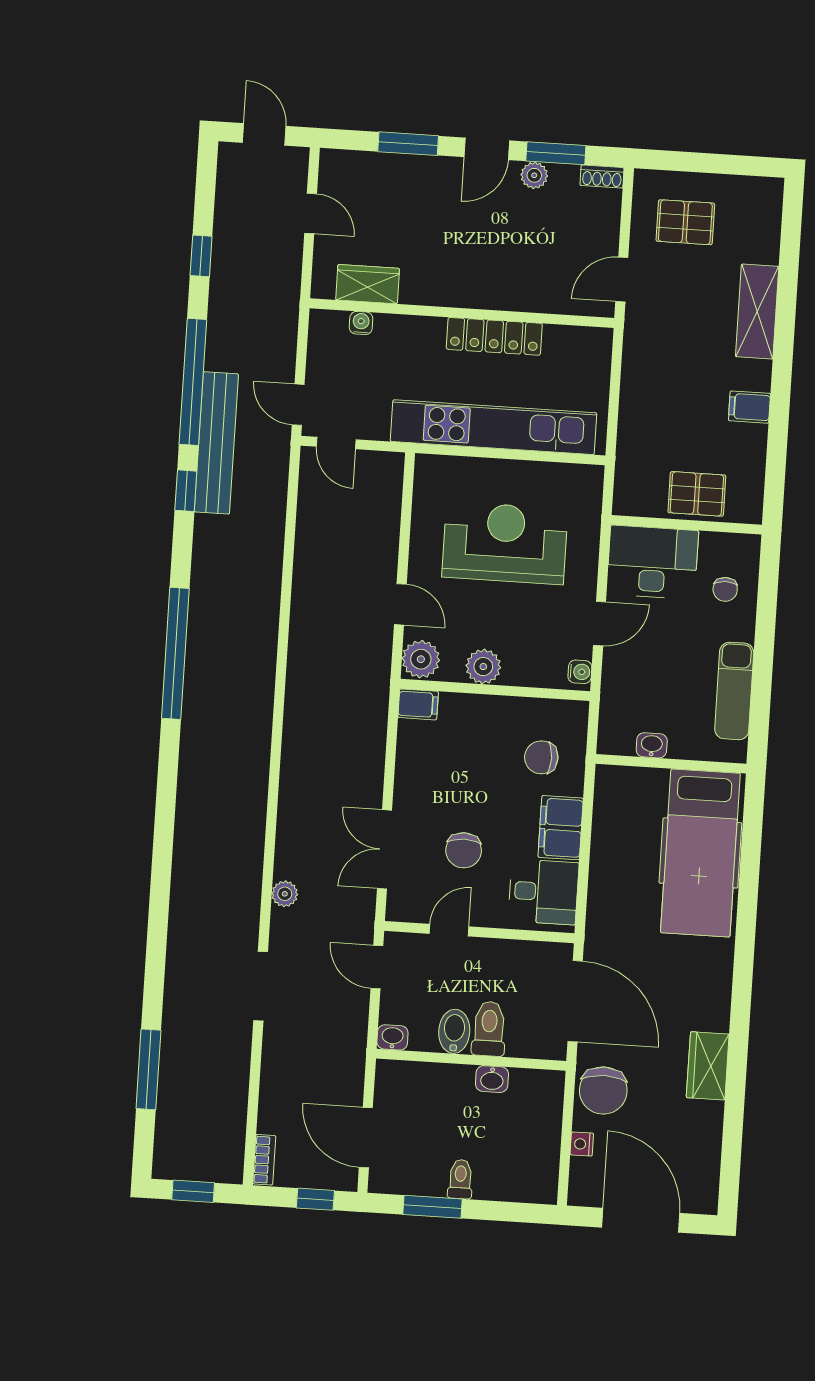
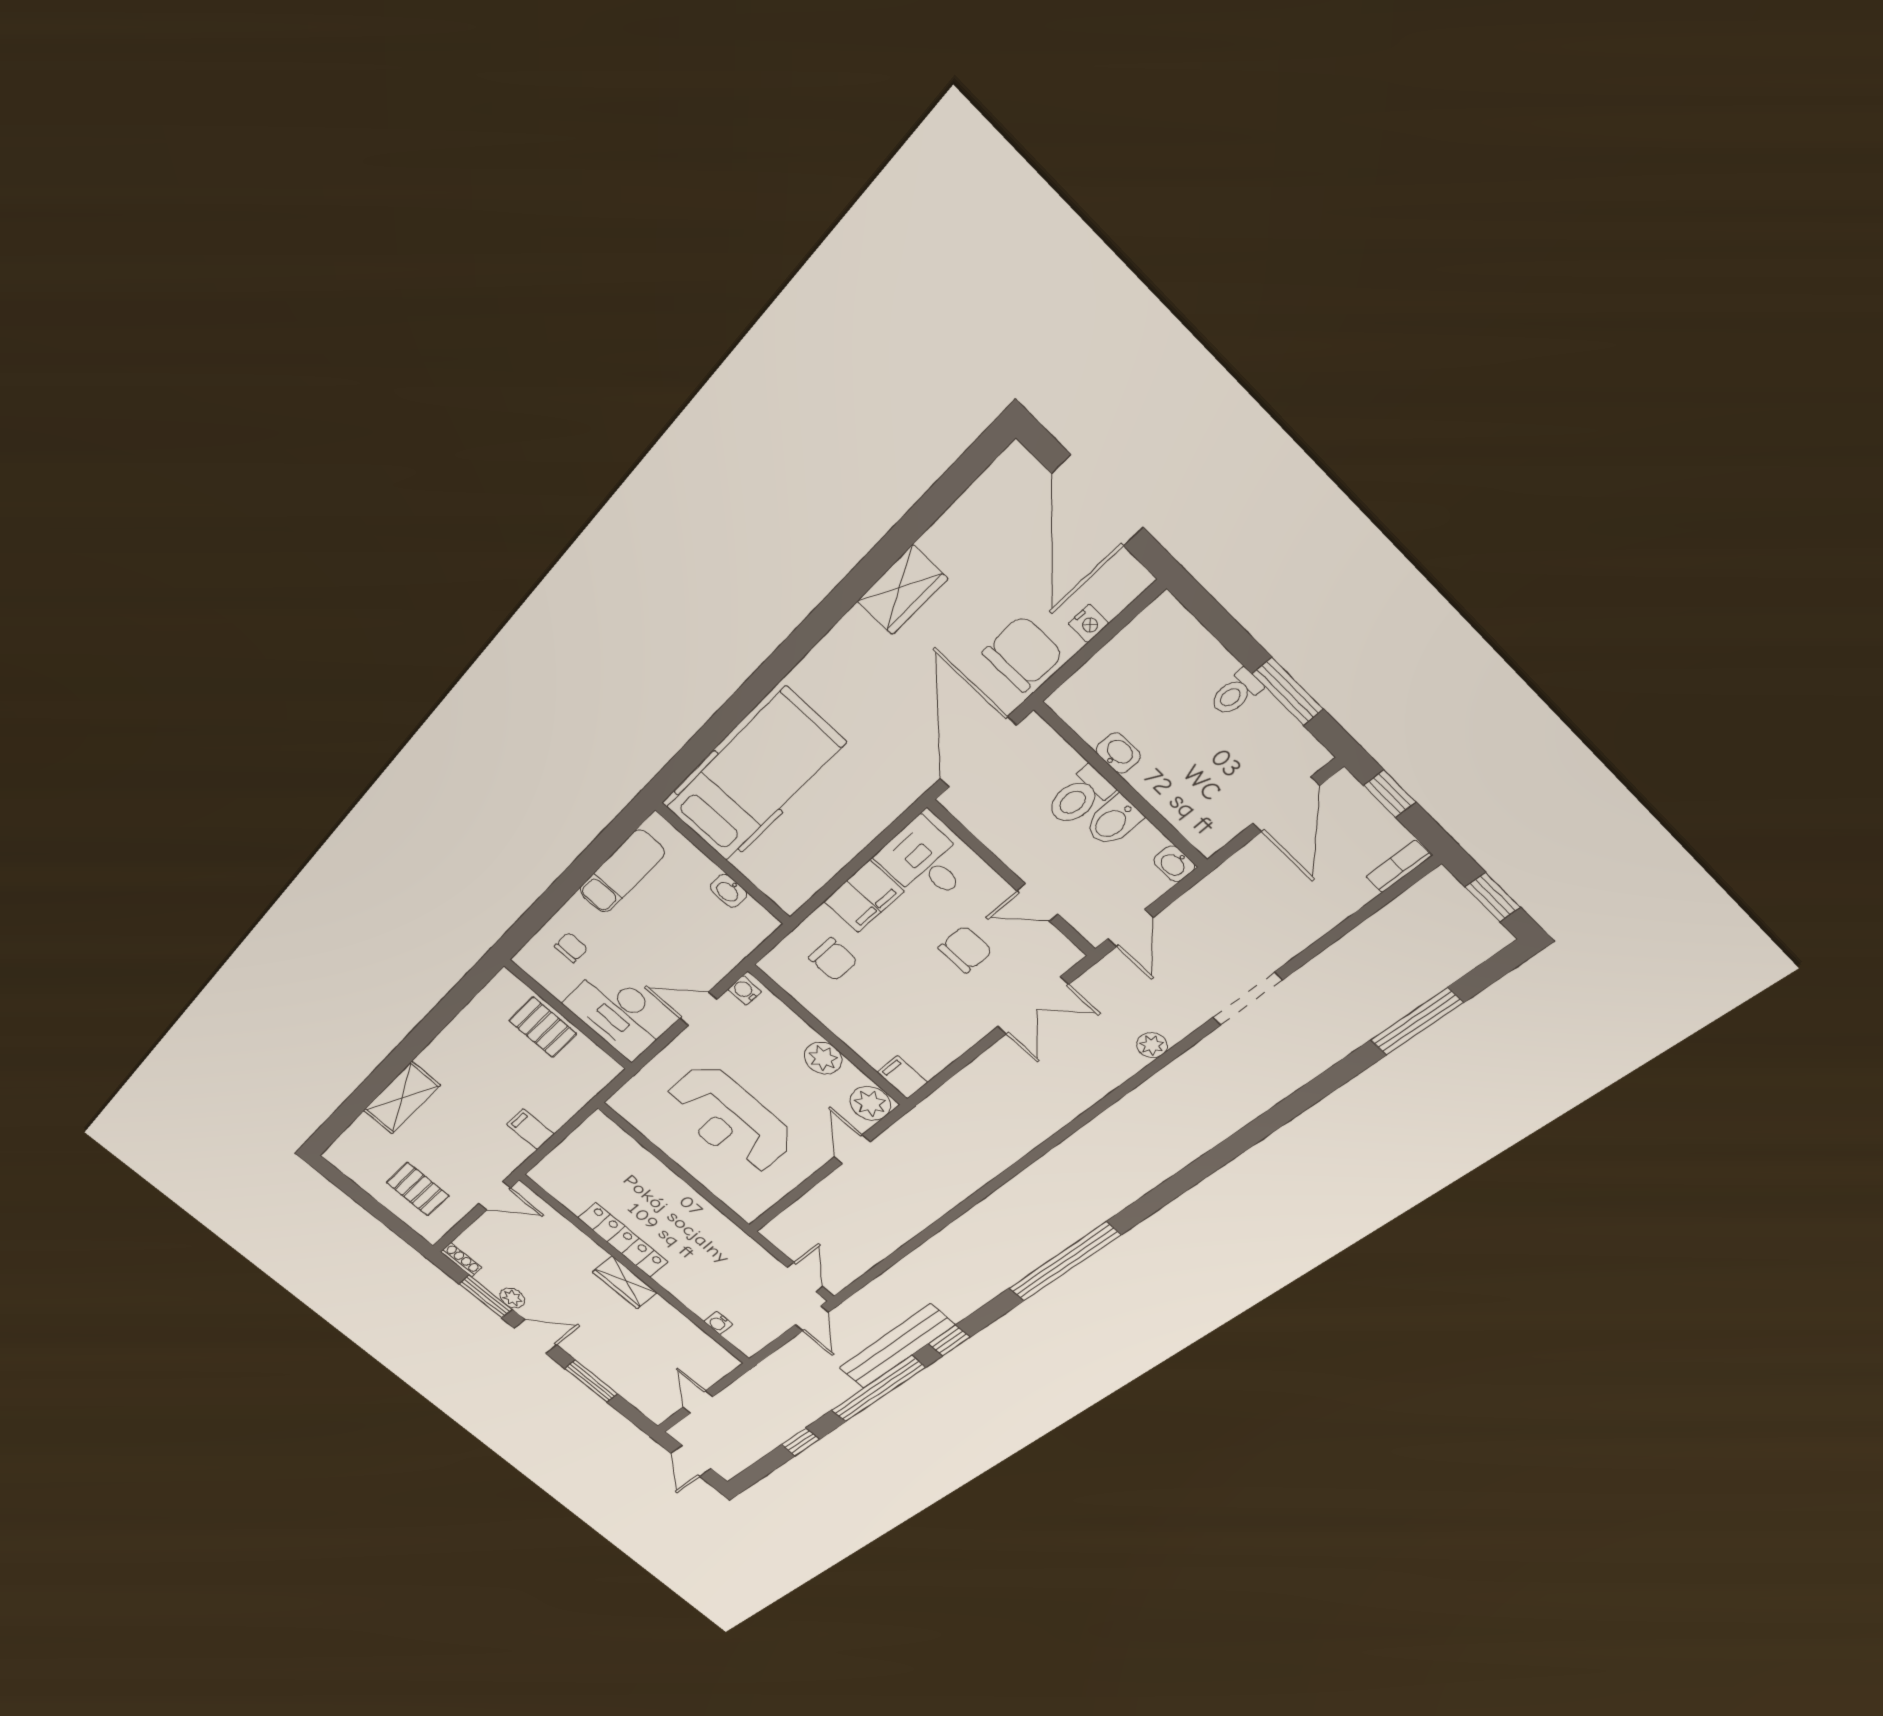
wardrobe: (368, 284) -> (625, 1282), moved
filing cabinet: (749, 407) -> (530, 1129), moved, turned 180
kitchen unit: (494, 427) -> (672, 1192), removed

